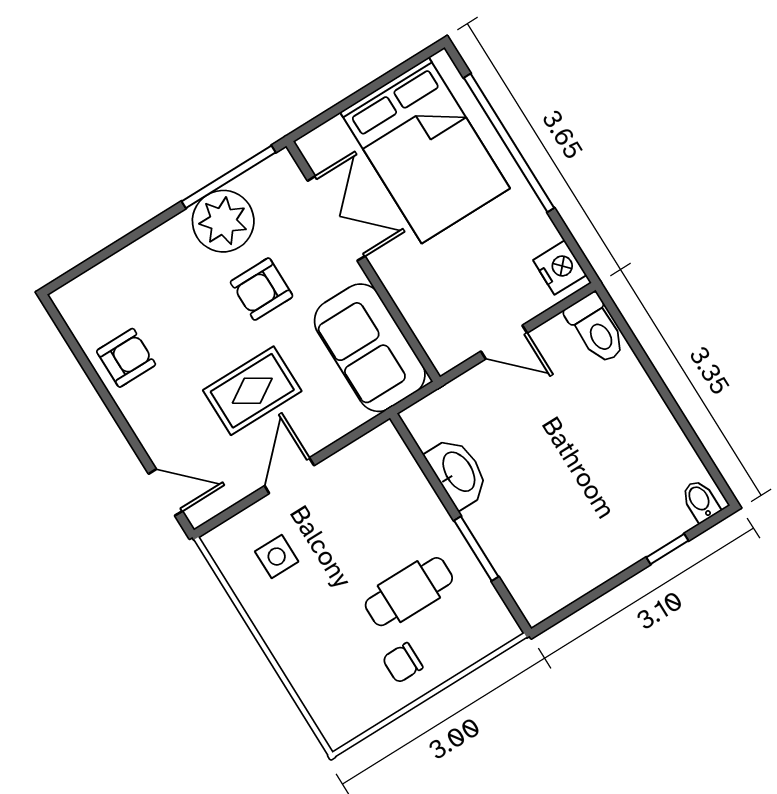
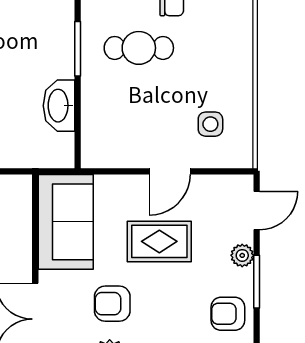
armchair: (262, 289) -> (112, 304), turned 180
window: (116, 413) -> (257, 282), added
plant: (150, 433) -> (242, 255), added
door: (166, 492) -> (257, 211), swing flipped

